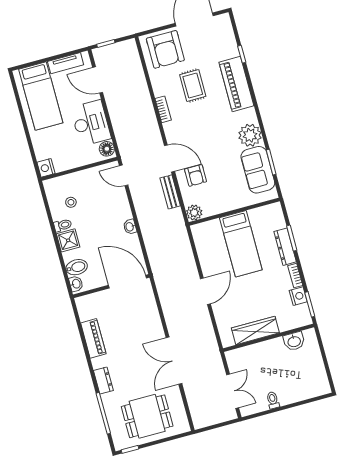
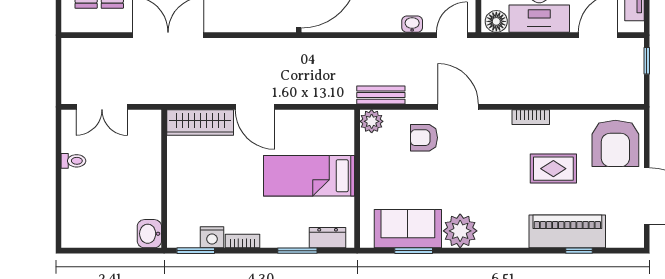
armchair: (165, 49) -> (615, 143), turned -90
piano: (236, 84) -> (567, 231), moved
door: (169, 158) -> (458, 107), swing flipped
bench: (170, 192) -> (381, 95), moved
washbasin: (130, 227) -> (412, 24), moved
dresser: (285, 247) -> (328, 238), moved, width x0.70
wardrobe: (255, 330) -> (200, 122), moved, turned 90
washbasin: (294, 341) -> (149, 234), moved

